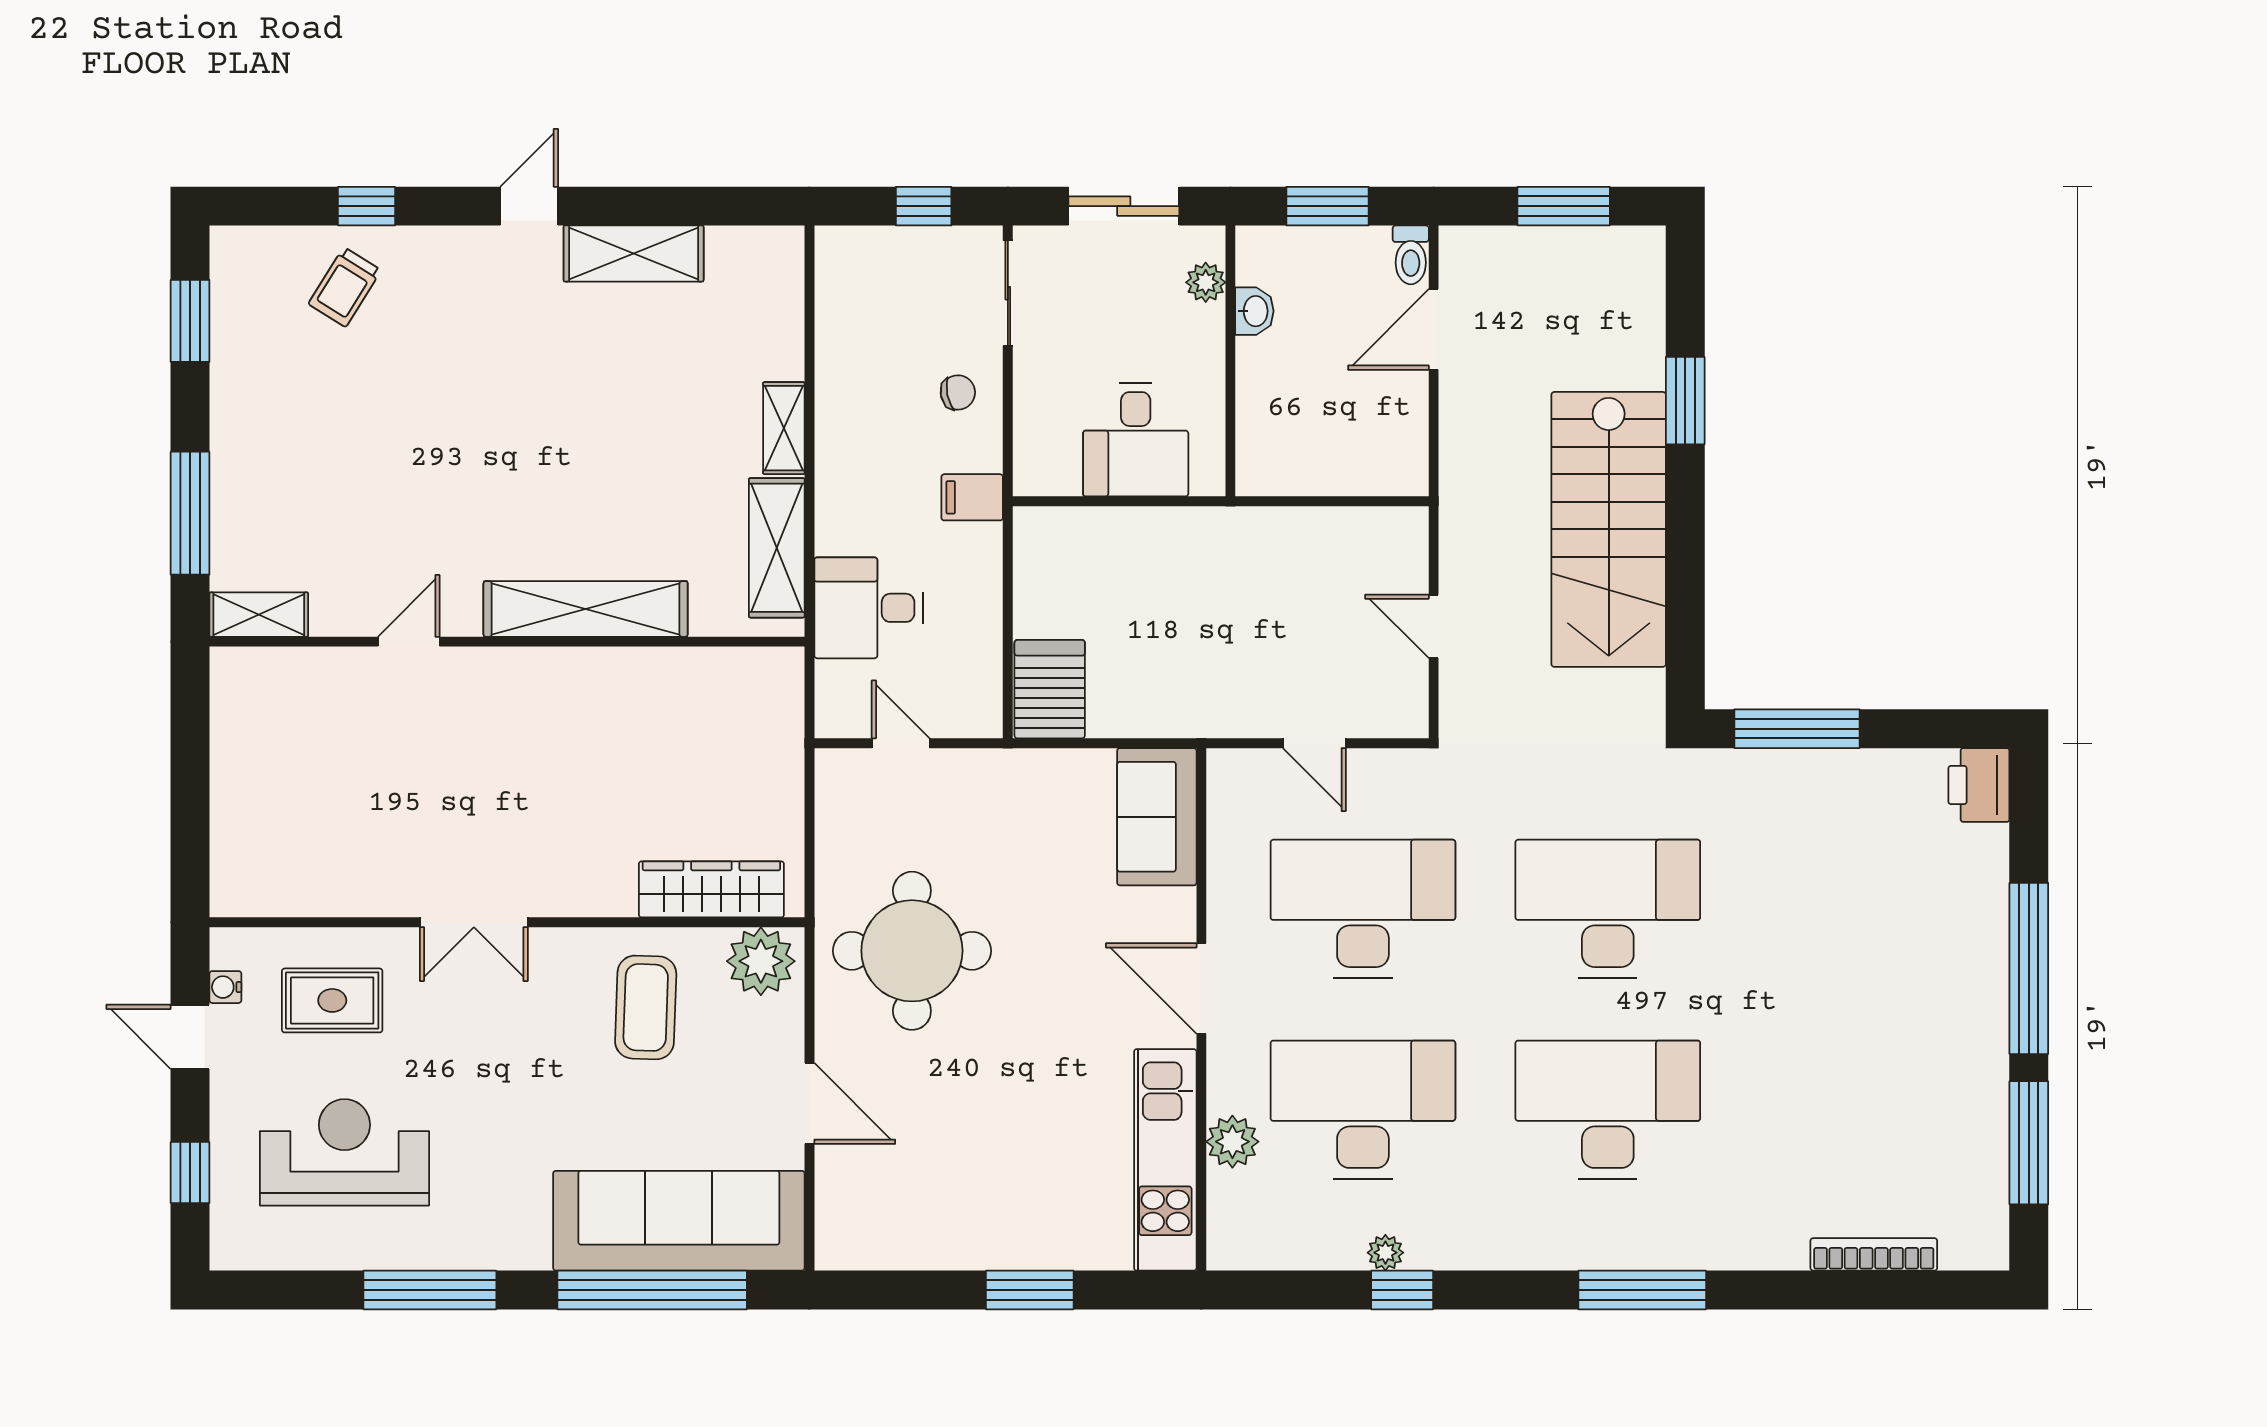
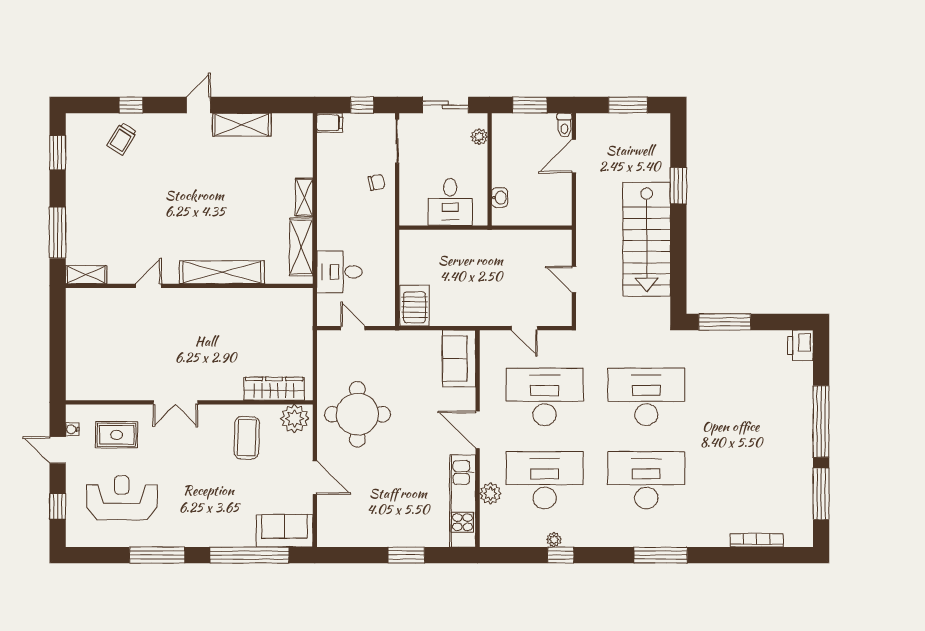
washbasin: (1254, 311) -> (500, 198), moved
filing cabinet: (972, 497) -> (330, 123), moved, turned 180
sofa: (679, 1221) -> (285, 531), width x0.54, depth x0.79

